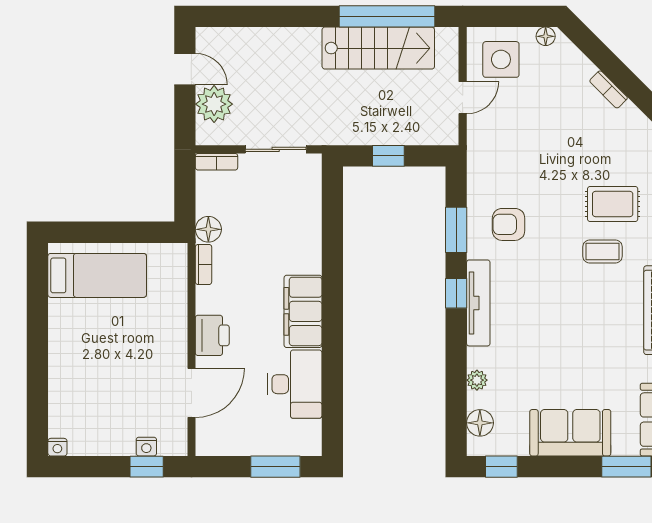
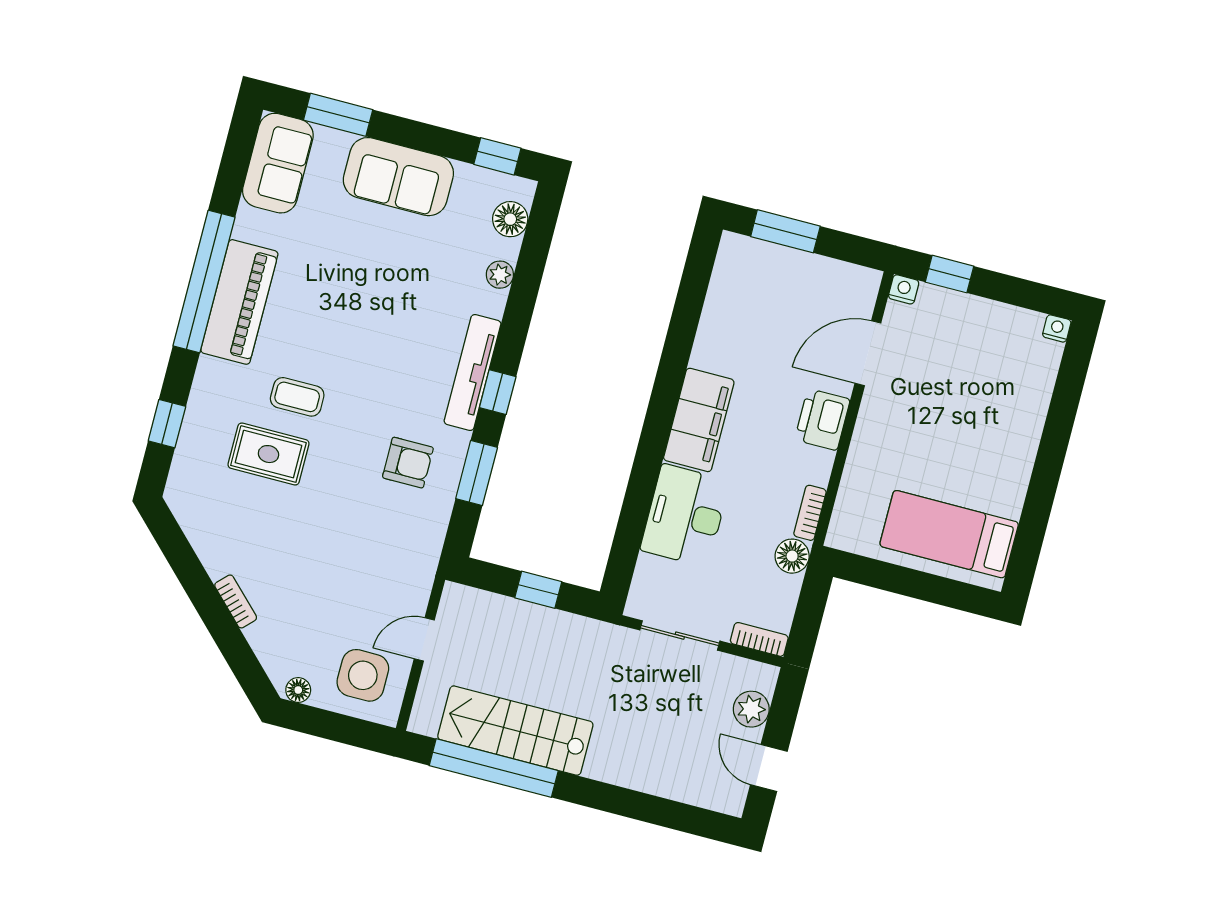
plant: (214, 104) -> (751, 709), width x0.73, depth x0.73
desk: (295, 384) -> (685, 515), moved
nightstand: (146, 447) -> (904, 289), moved

